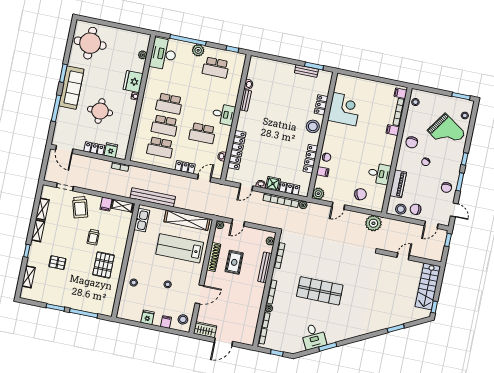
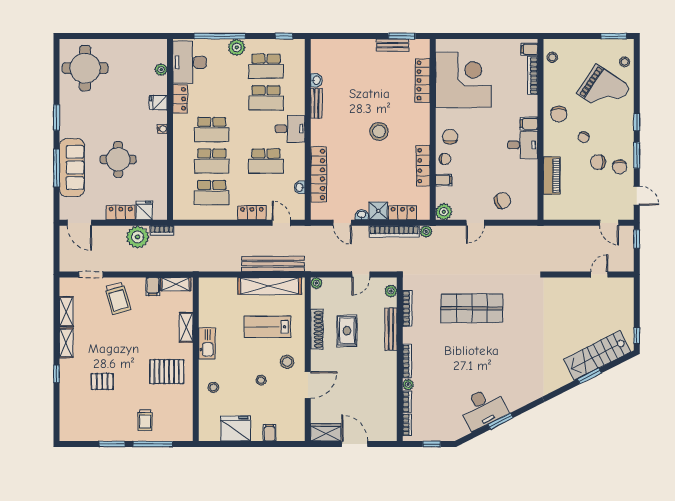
locker: (151, 78) -> (180, 99), added
fridge: (133, 82) -> (158, 103), width x0.53, depth x0.75
sofa: (71, 88) -> (72, 168), moved
school desk: (211, 89) -> (266, 98), added
locker: (321, 105) -> (423, 80), width x1.53
corner desk: (344, 109) -> (463, 80), width x1.36, depth x1.36
stool: (313, 126) -> (379, 131), moved
filing cabinet: (393, 130) -> (529, 123), moved
chair: (333, 142) -> (450, 137), added
desk: (379, 174) -> (523, 145), moved
door: (204, 178) -> (281, 223), hinge flipped
door: (246, 187) -> (342, 223), hinge flipped
bench: (153, 197) -> (273, 264), moved
stool: (401, 209) -> (562, 210), removed
chair: (416, 209) -> (598, 162), moved
kitchen sink: (142, 220) -> (207, 343), moved
door: (238, 223) -> (361, 274), moved
plant: (373, 223) -> (138, 237), moved
door: (431, 225) -> (609, 223), hinge flipped
trolley: (93, 237) -> (145, 420), moved
lab bench: (180, 248) -> (267, 327), width x0.73, depth x0.72
door: (403, 256) -> (599, 274), moved
pallet: (103, 265) -> (167, 372), turned 90
shelving: (28, 277) -> (186, 327), moved
stairs: (428, 286) -> (597, 356), moved, turned 63
shop shelf: (320, 291) -> (472, 308), moved
fridge: (148, 317) -> (236, 428), width x1.88, depth x1.34
stool: (183, 319) -> (287, 362), moved
desk: (314, 336) -> (483, 408), width x1.37
door: (223, 342) -> (355, 444), swing flipped

